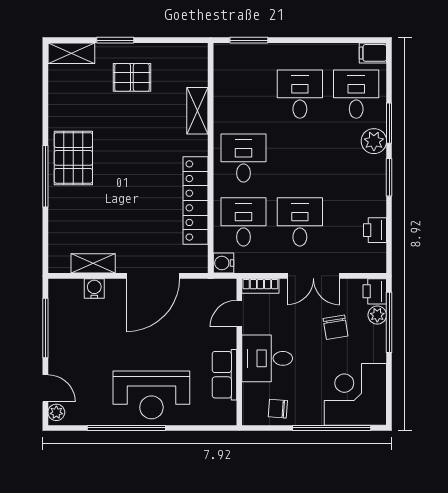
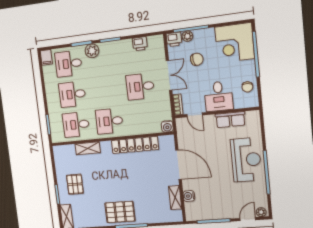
desk: (243, 222) -> (76, 125), moved

